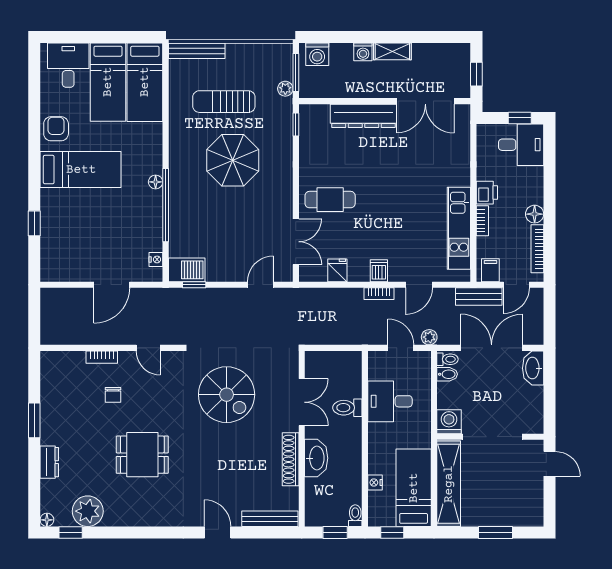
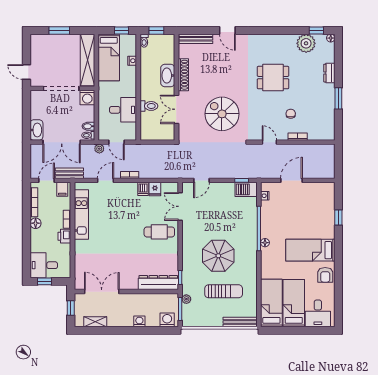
shelving: (392, 51) -> (95, 322), moved
dresser: (363, 116) -> (158, 283), moved
dishwasher: (379, 271) -> (143, 189), moved

